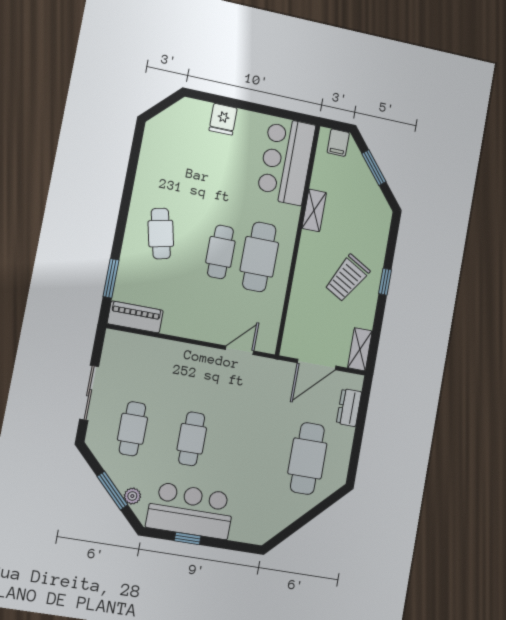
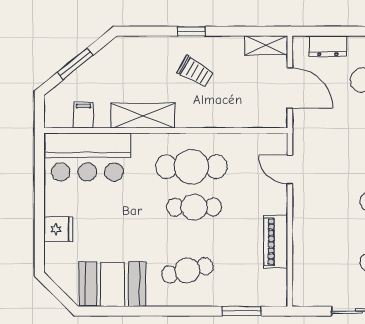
filing cabinet: (338, 143) -> (83, 115), moved, turned -90
booth: (161, 159) -> (113, 284), added
shelving: (314, 210) -> (143, 116), width x1.50, depth x1.33
trolley: (347, 278) -> (195, 72), width x0.73, depth x0.72
piano: (135, 317) -> (276, 242), moved

